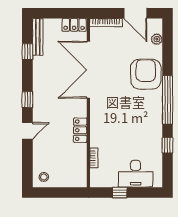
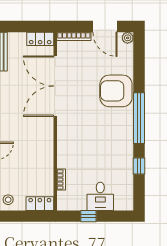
plant: (157, 39) -> (128, 38), moved
armchair: (146, 74) -> (116, 91), turned -90
locker: (80, 130) -> (40, 204), moved, turned 90
desk: (136, 174) -> (100, 196), width x0.73

